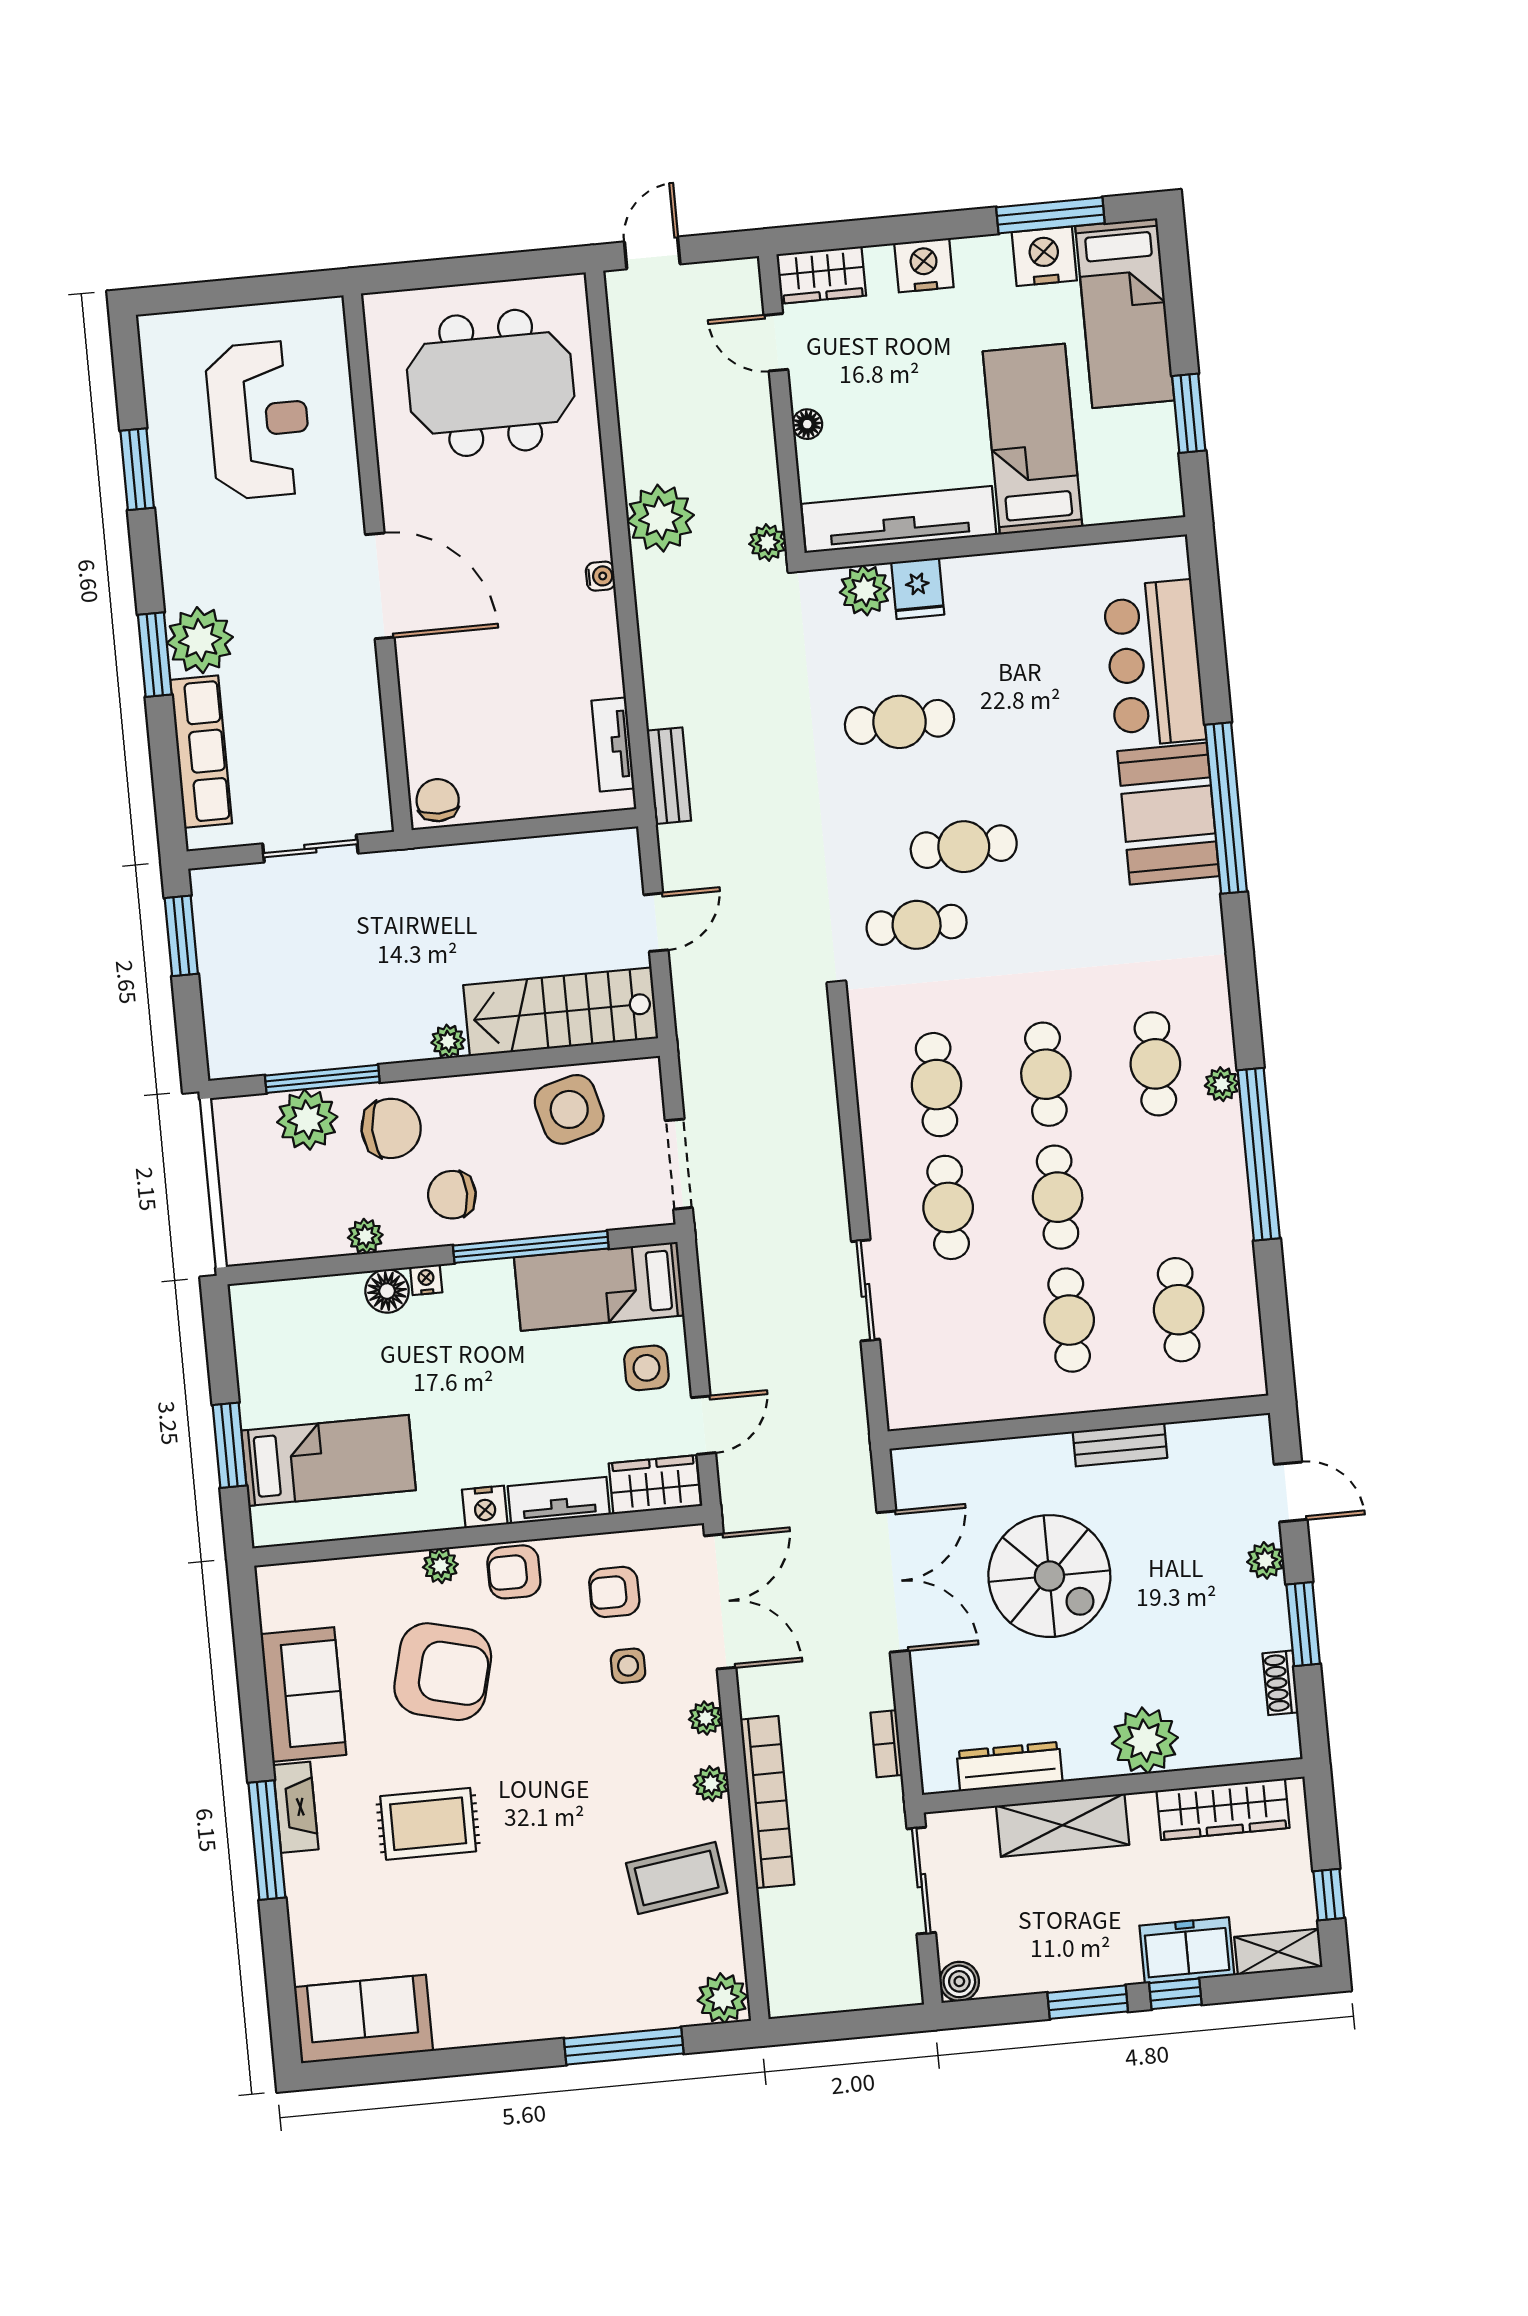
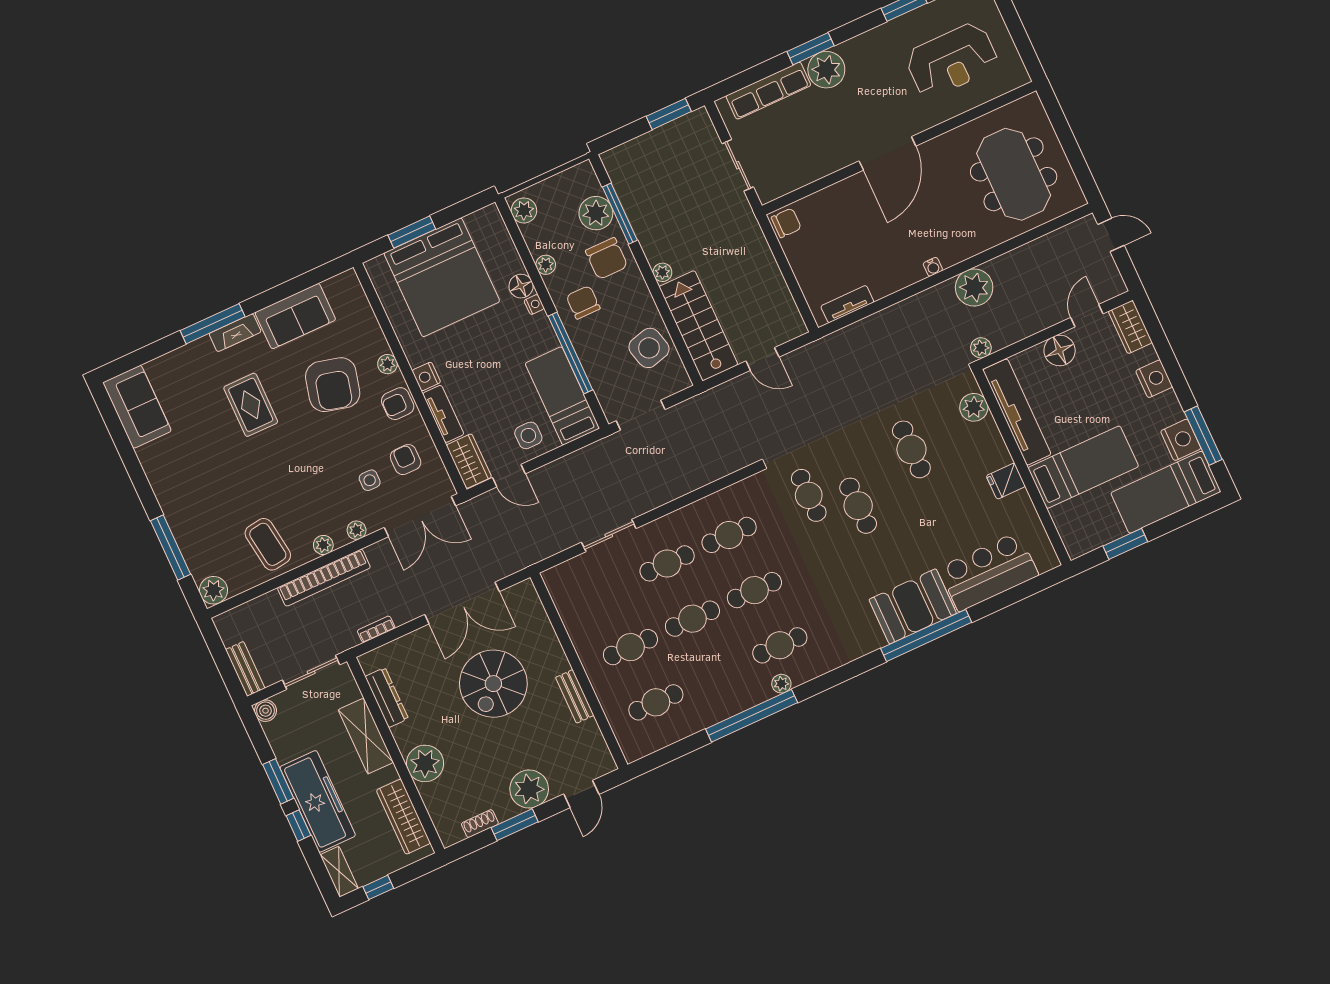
floor lamp: (807, 424) -> (1060, 350), width x1.89, depth x1.89
fridge: (918, 588) -> (1006, 481), moved
bench: (669, 776) -> (245, 669), moved, turned 90
plant: (260, 1241) -> (524, 210), added
bed: (328, 1460) -> (442, 277), width x2.04
plant: (1265, 1560) -> (529, 789), width x1.88, depth x1.88
armchair: (514, 1572) -> (398, 404), turned -90
freezer: (1187, 1950) -> (318, 801), width x1.91, depth x1.26

